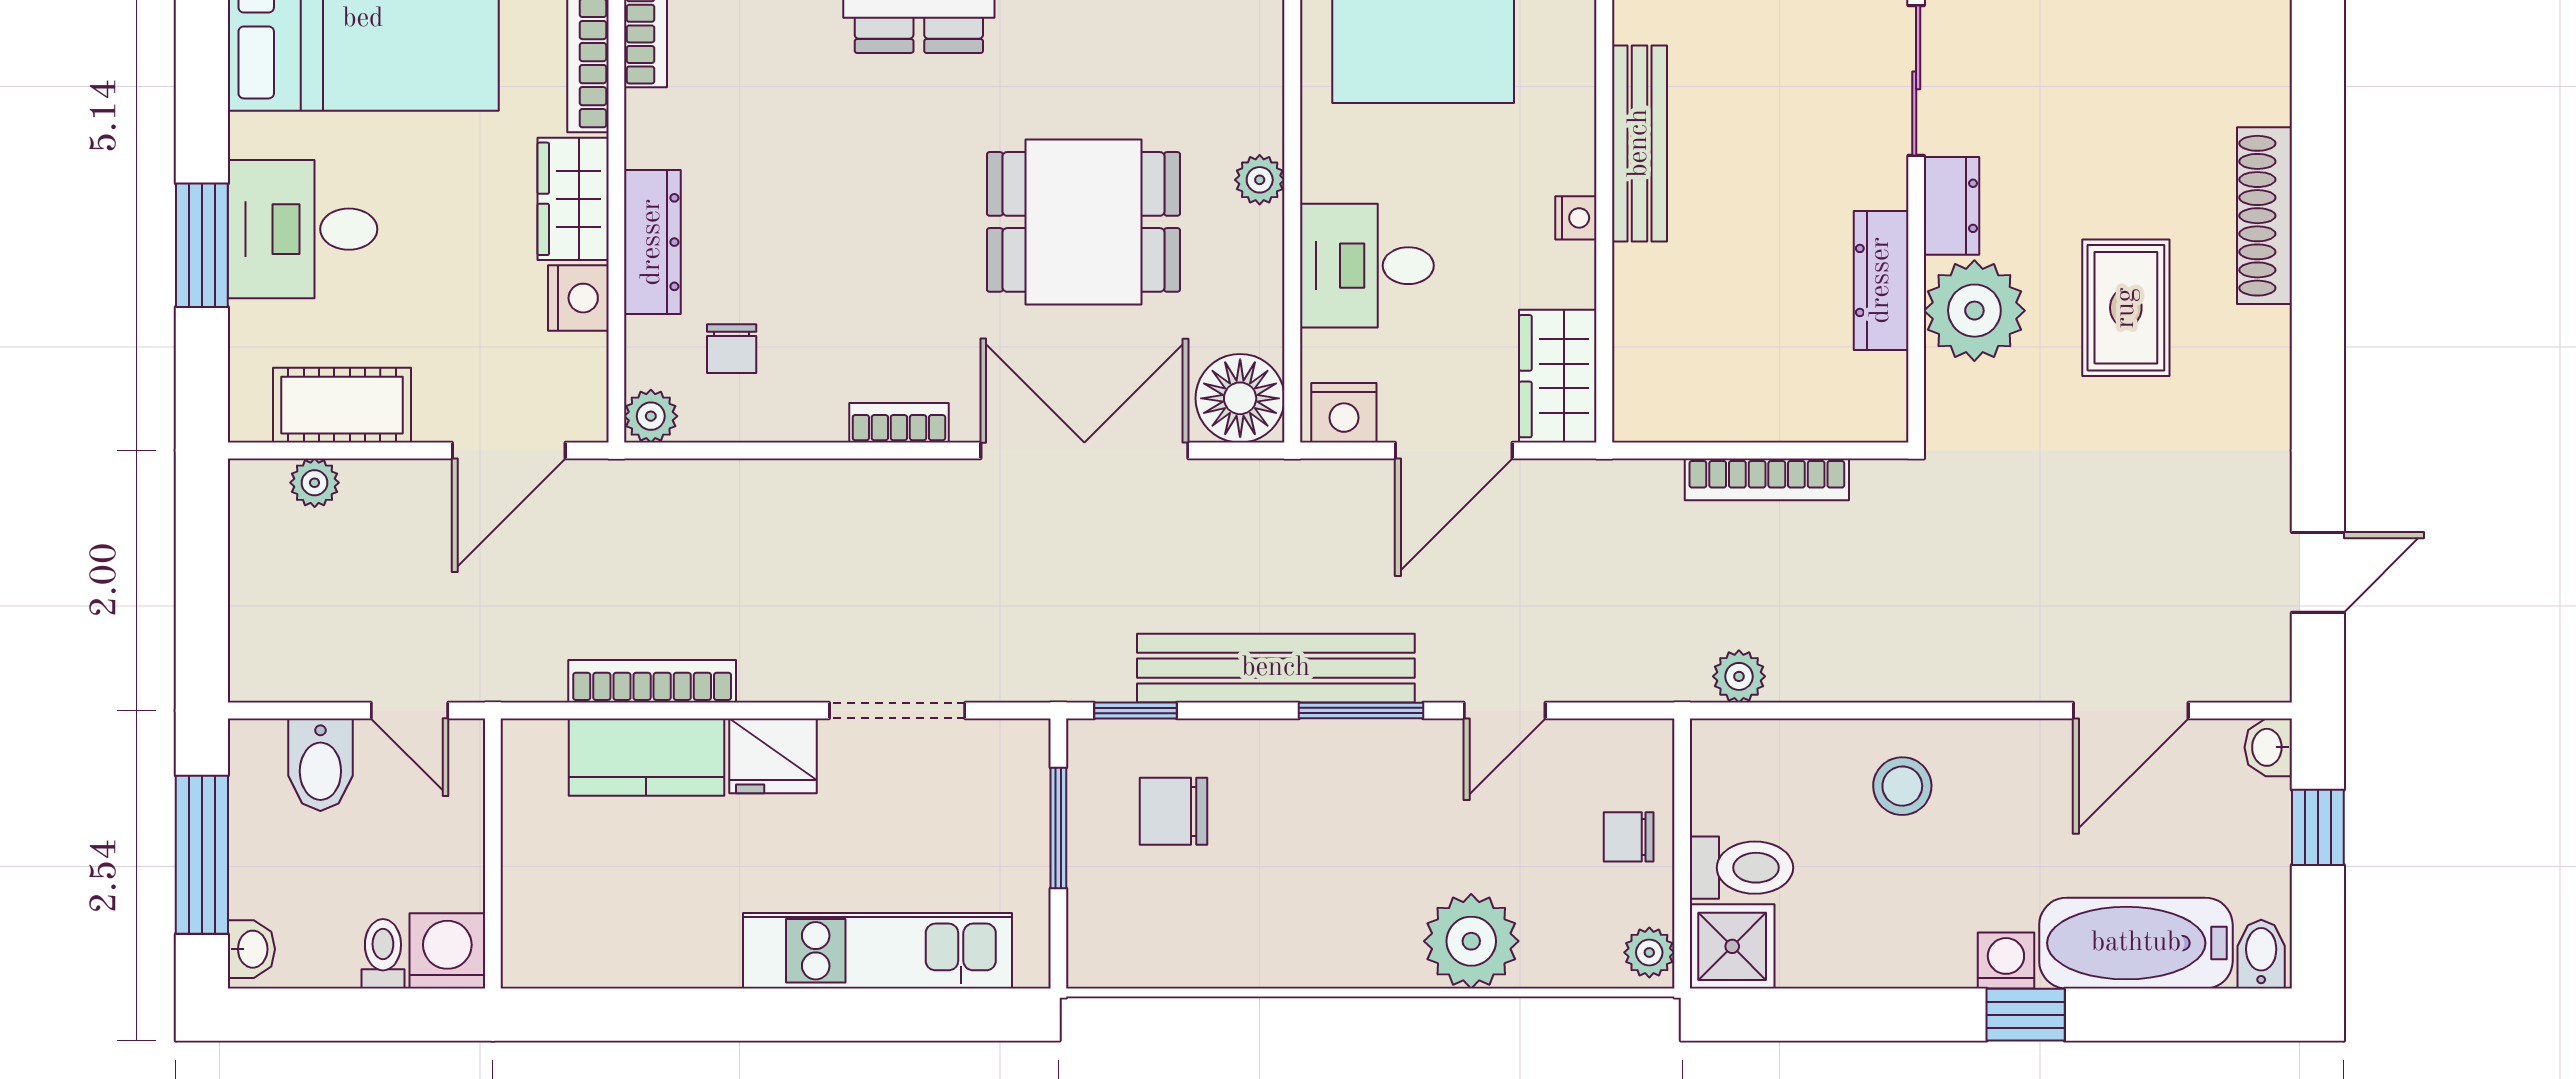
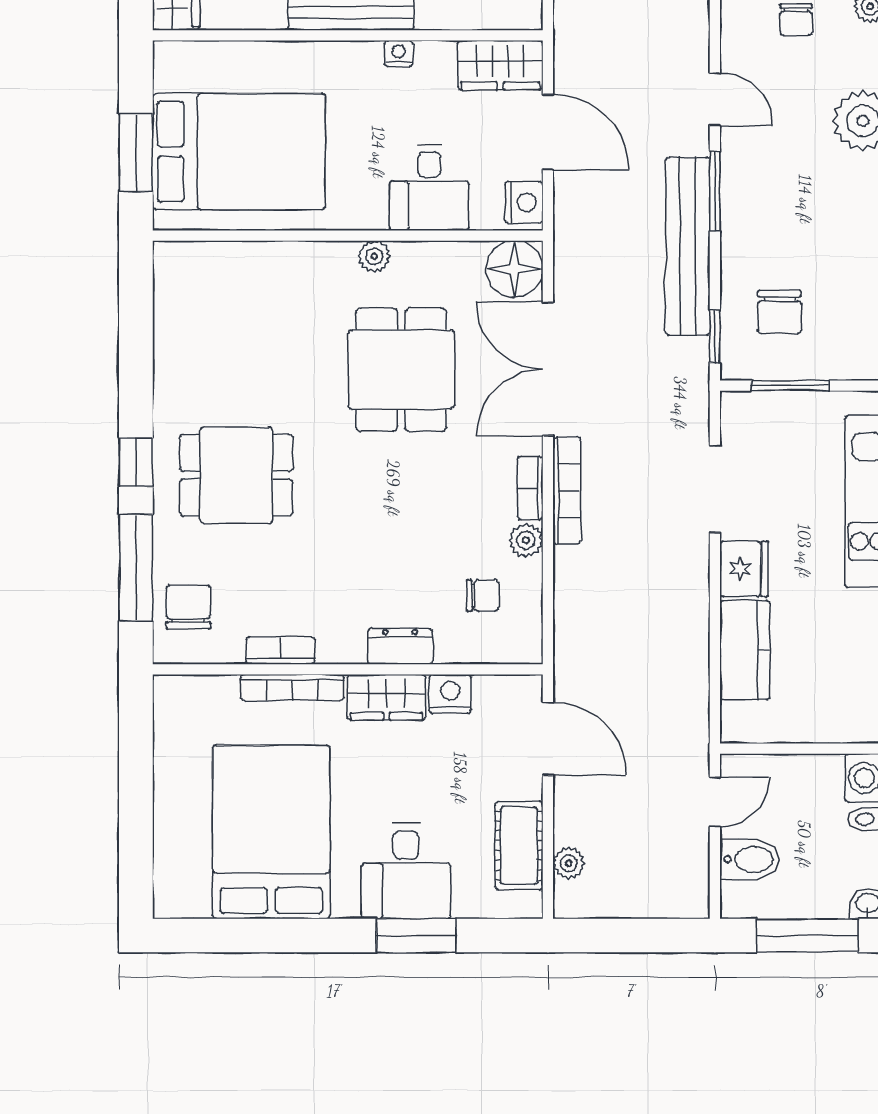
dresser: (652, 242) -> (400, 646), width x0.70
plant: (651, 416) -> (526, 540), moved
bookcase: (652, 681) -> (567, 490), moved, turned 180

